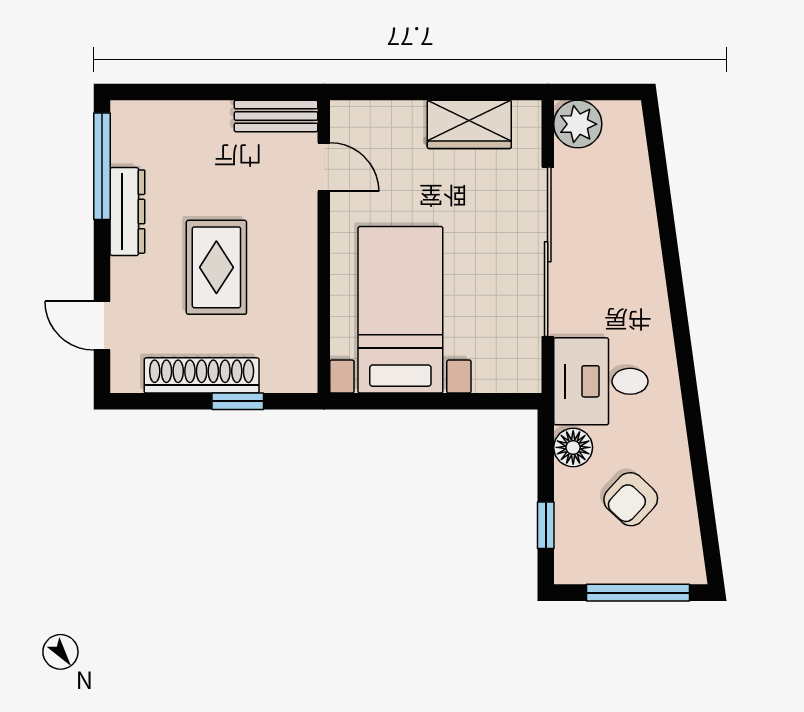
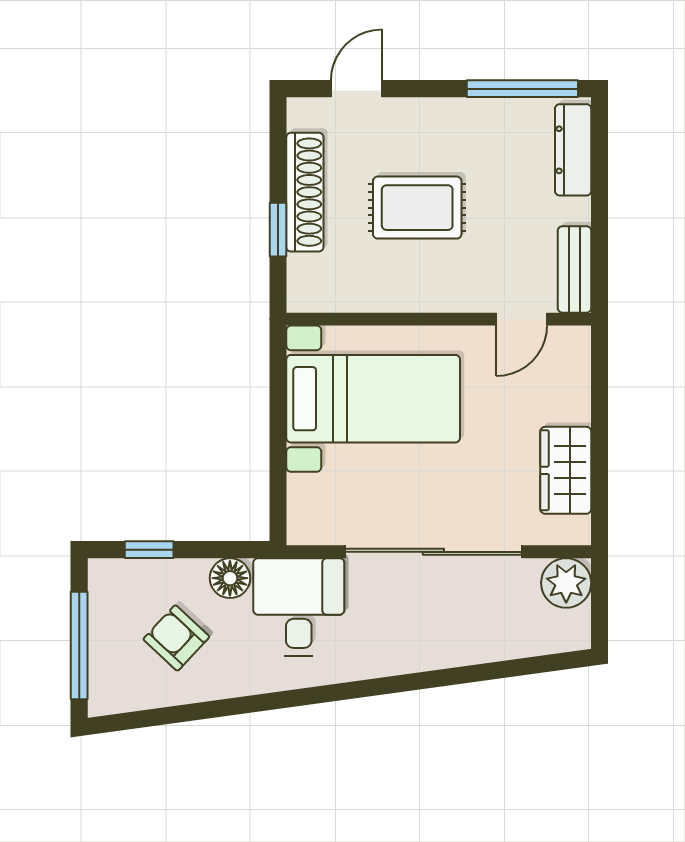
dresser: (127, 212) -> (573, 150), moved, turned 90

